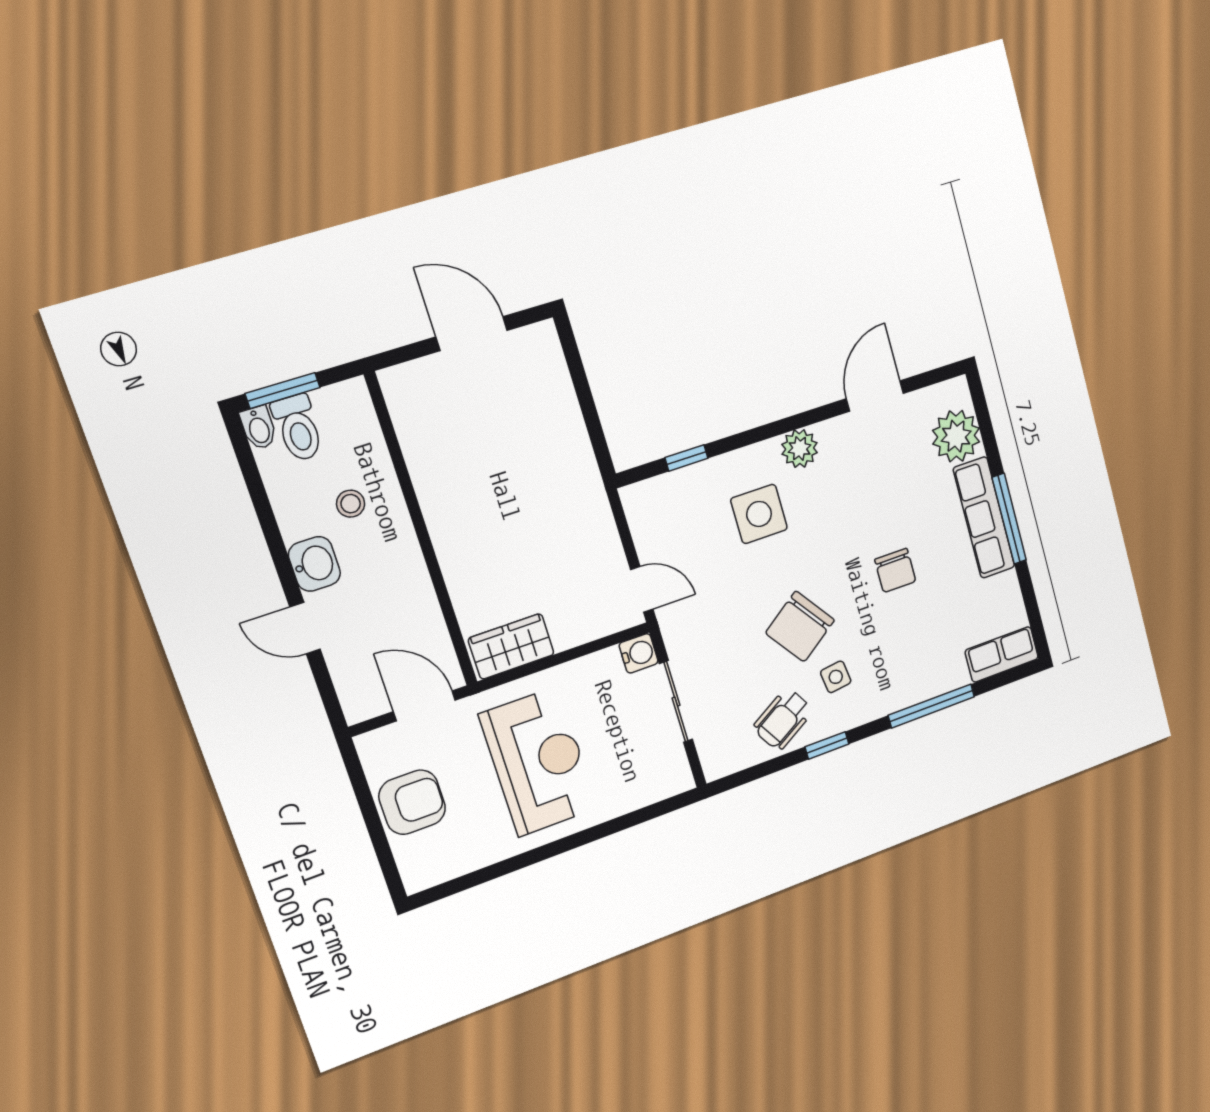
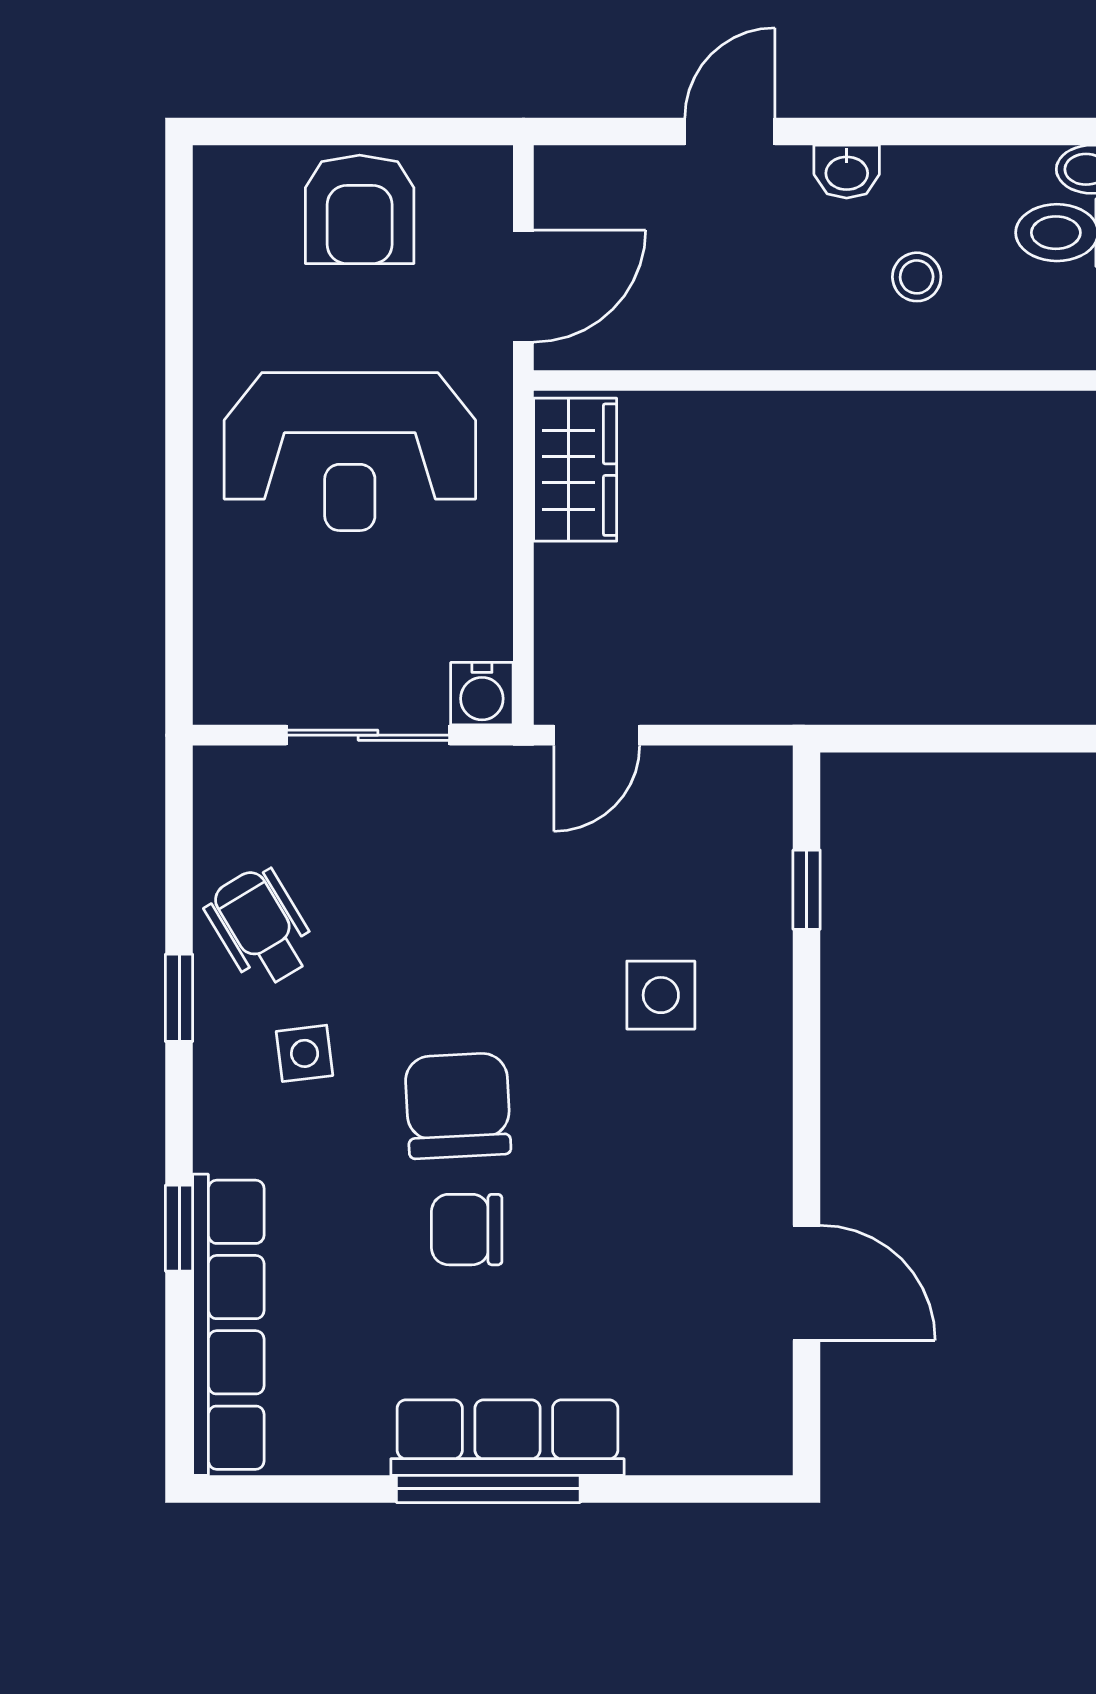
plant: (956, 436) -> (681, 1424), removed
plant: (800, 449) -> (756, 1108), removed
side table: (759, 514) -> (661, 995), width x0.73, depth x0.73
washbasin: (314, 564) -> (847, 172), width x0.72, depth x0.69
chair: (800, 627) -> (458, 1106), moved, turned 33
row of seats: (1002, 654) -> (228, 1325), width x2.02
window: (931, 706) -> (179, 1228), width x0.46

